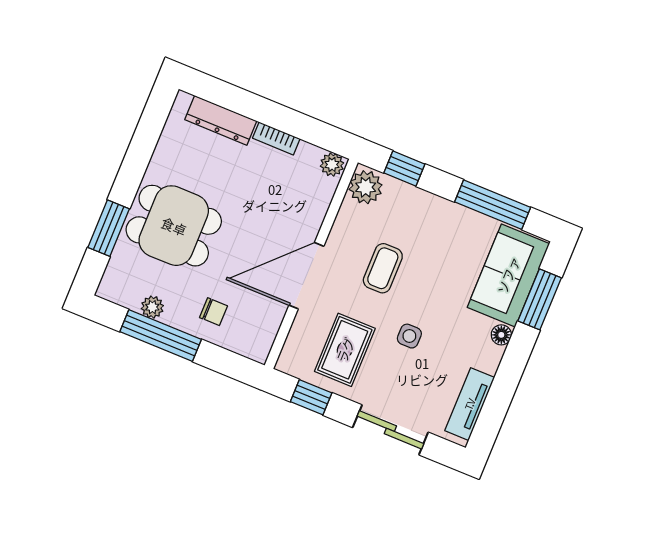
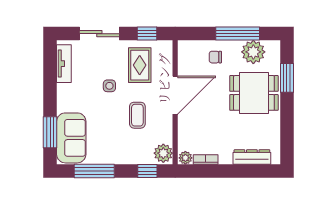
bookcase: (276, 138) -> (206, 159), moved
plant: (152, 307) -> (253, 52), width x1.87, depth x1.87
floor lamp: (501, 335) -> (62, 106), removed

